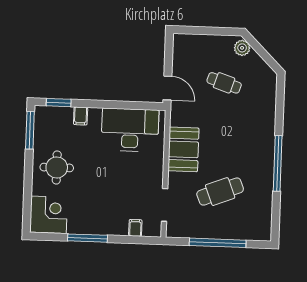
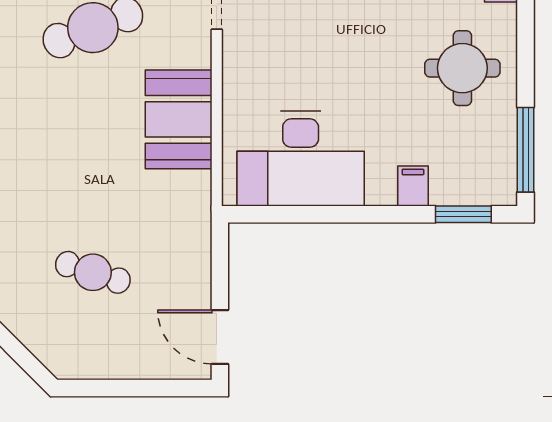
plant: (242, 48) -> (55, 352), removed
door: (167, 88) -> (220, 337), moved

